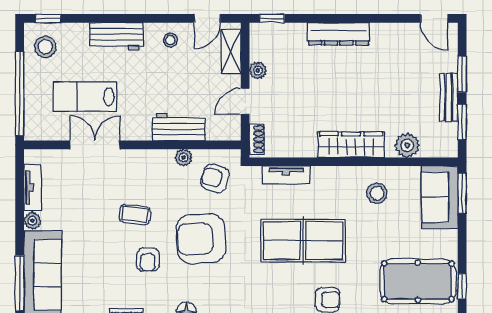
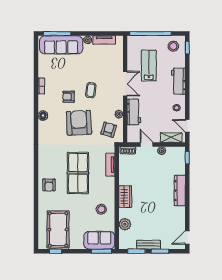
double door: (95, 145) -> (125, 84), moved
wardrobe: (351, 145) -> (125, 197), width x0.67

